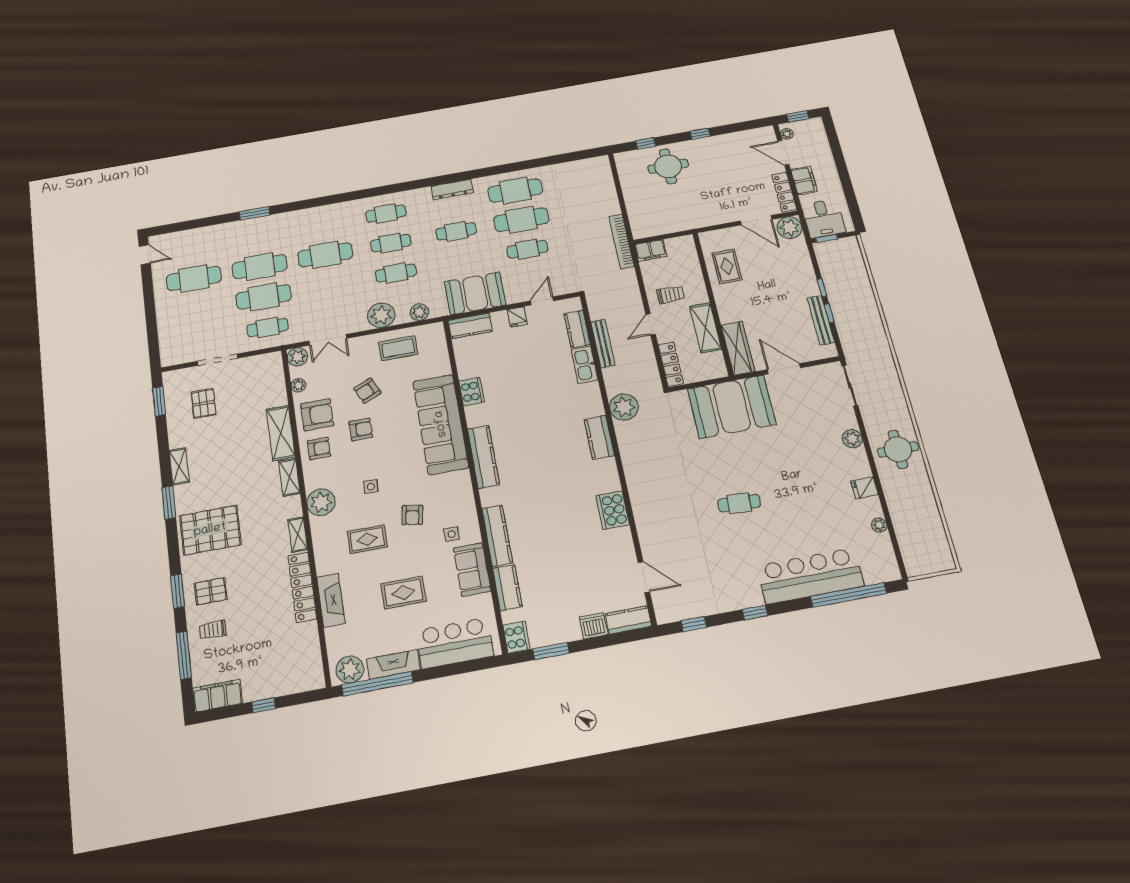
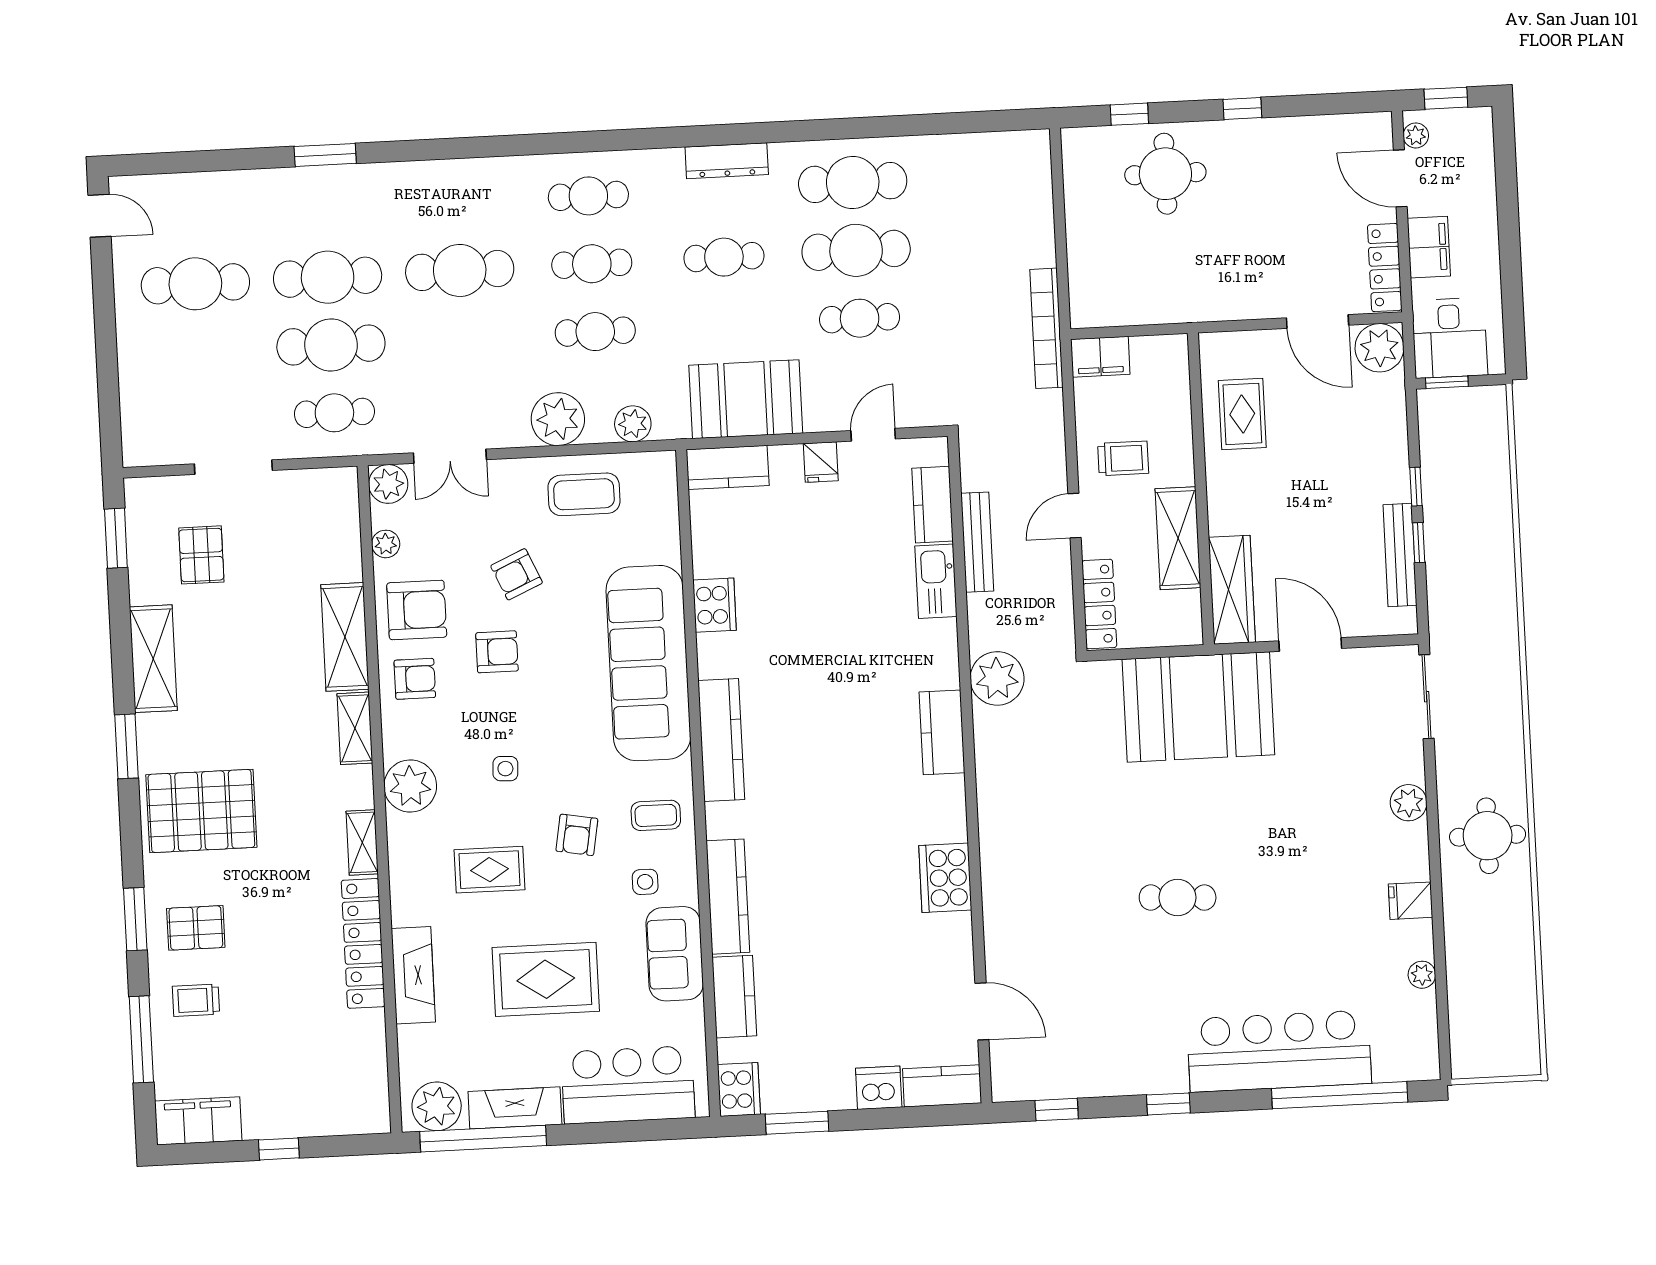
shelving: (179, 466) -> (153, 659), width x1.50, depth x1.33
coffee table: (453, 499) -> (656, 815), added
rug: (403, 593) -> (546, 979), width x1.36, depth x1.43

